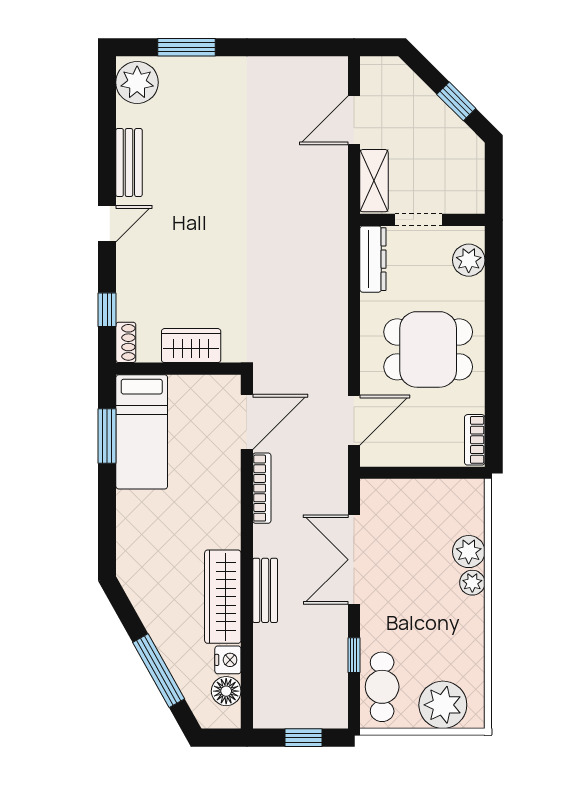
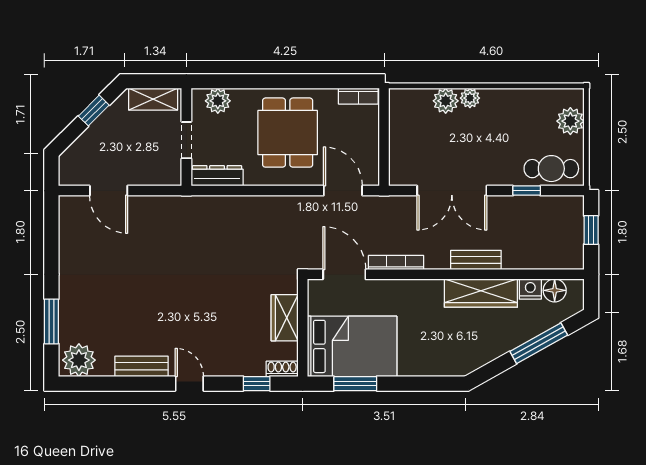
shelving: (374, 181) -> (153, 99), moved
bed: (142, 432) -> (352, 346), width x1.50
plant: (443, 705) -> (570, 121), width x0.73, depth x0.73

